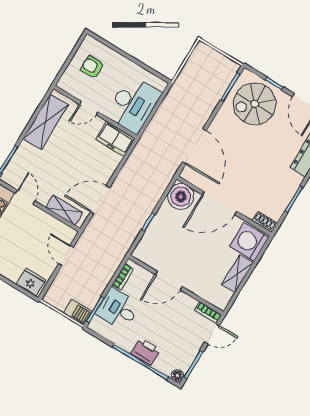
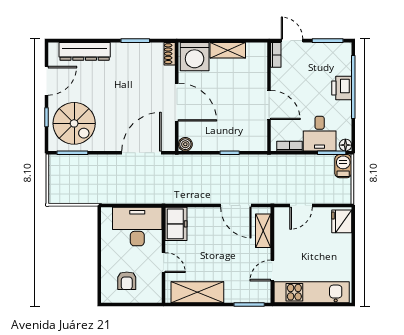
boiler: (181, 197) -> (185, 144), width x0.54, depth x0.54
floor lamp: (178, 376) -> (345, 145), moved

